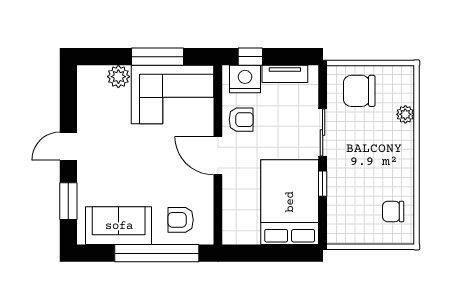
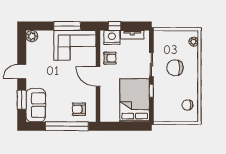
plant: (118, 77) -> (32, 36), moved
chair: (359, 91) -> (175, 68), moved
plant: (405, 114) -> (194, 42), moved
sofa: (119, 226) -> (36, 105), moved, turned 90

